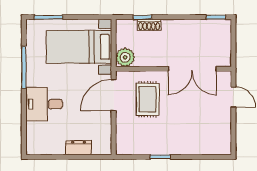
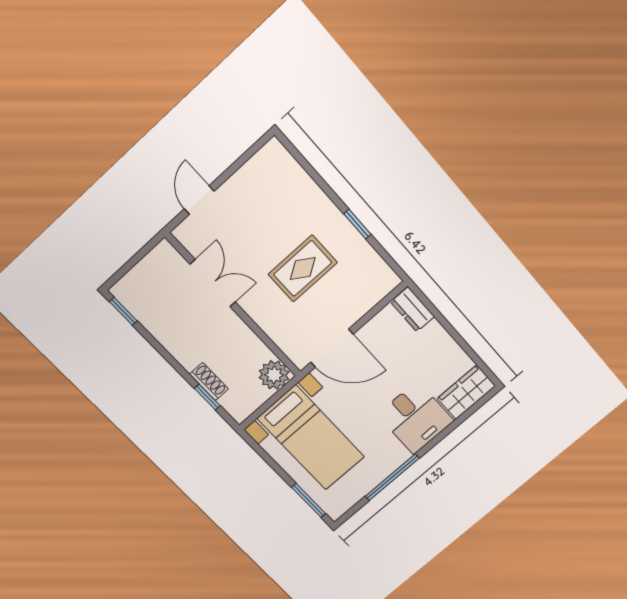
double door: (192, 69) -> (213, 283), width x0.73
rug: (148, 99) -> (303, 269), moved
wardrobe: (35, 139) -> (466, 392), added
dresser: (79, 148) -> (412, 309), moved

